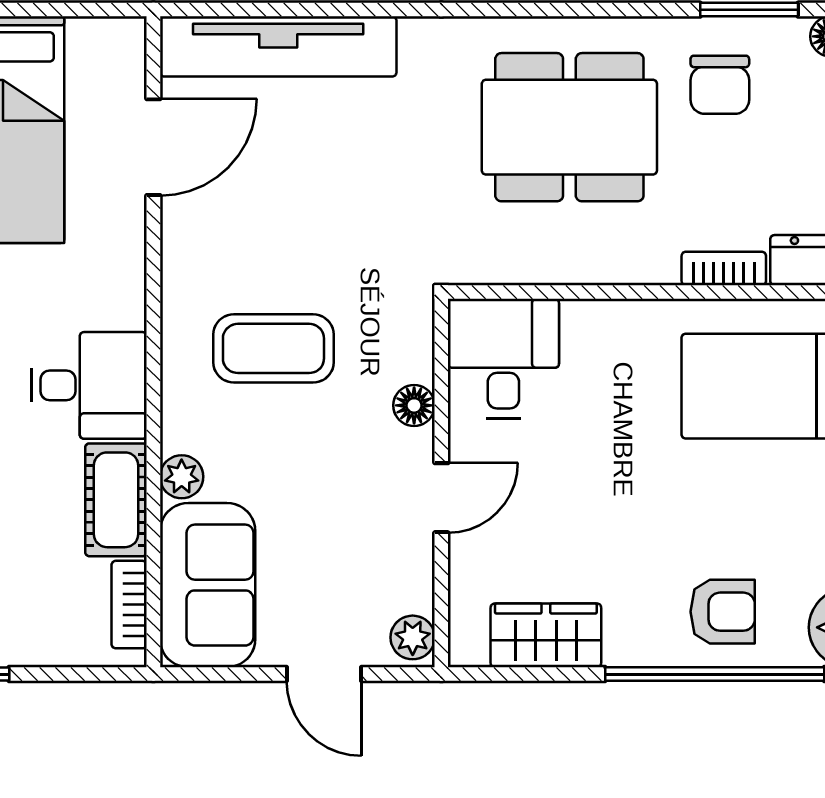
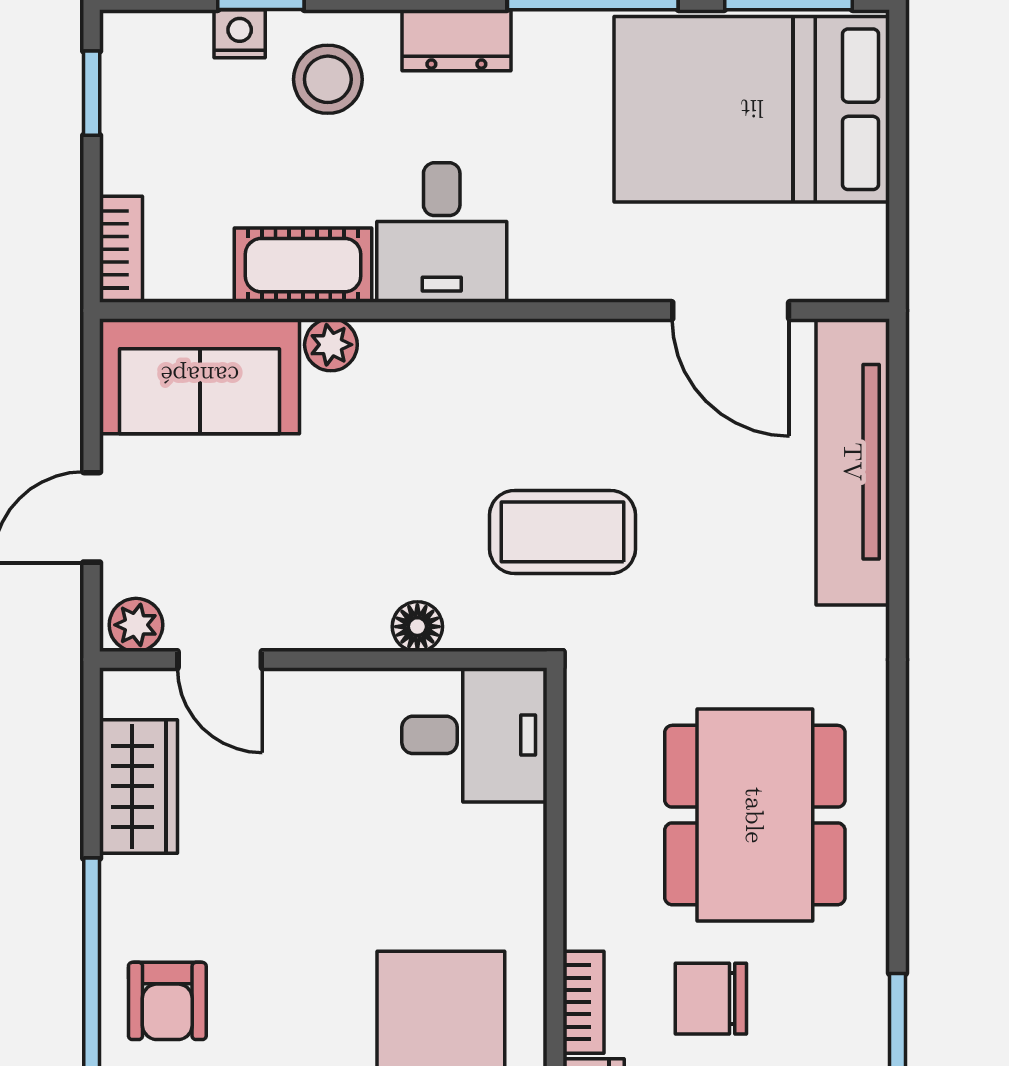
chair: (720, 85) -> (711, 999), moved
coffee table: (273, 348) -> (563, 532), moved, turned 90
door: (441, 498) -> (220, 660), moved
bookcase: (129, 605) -> (121, 249), moved, turned 90

